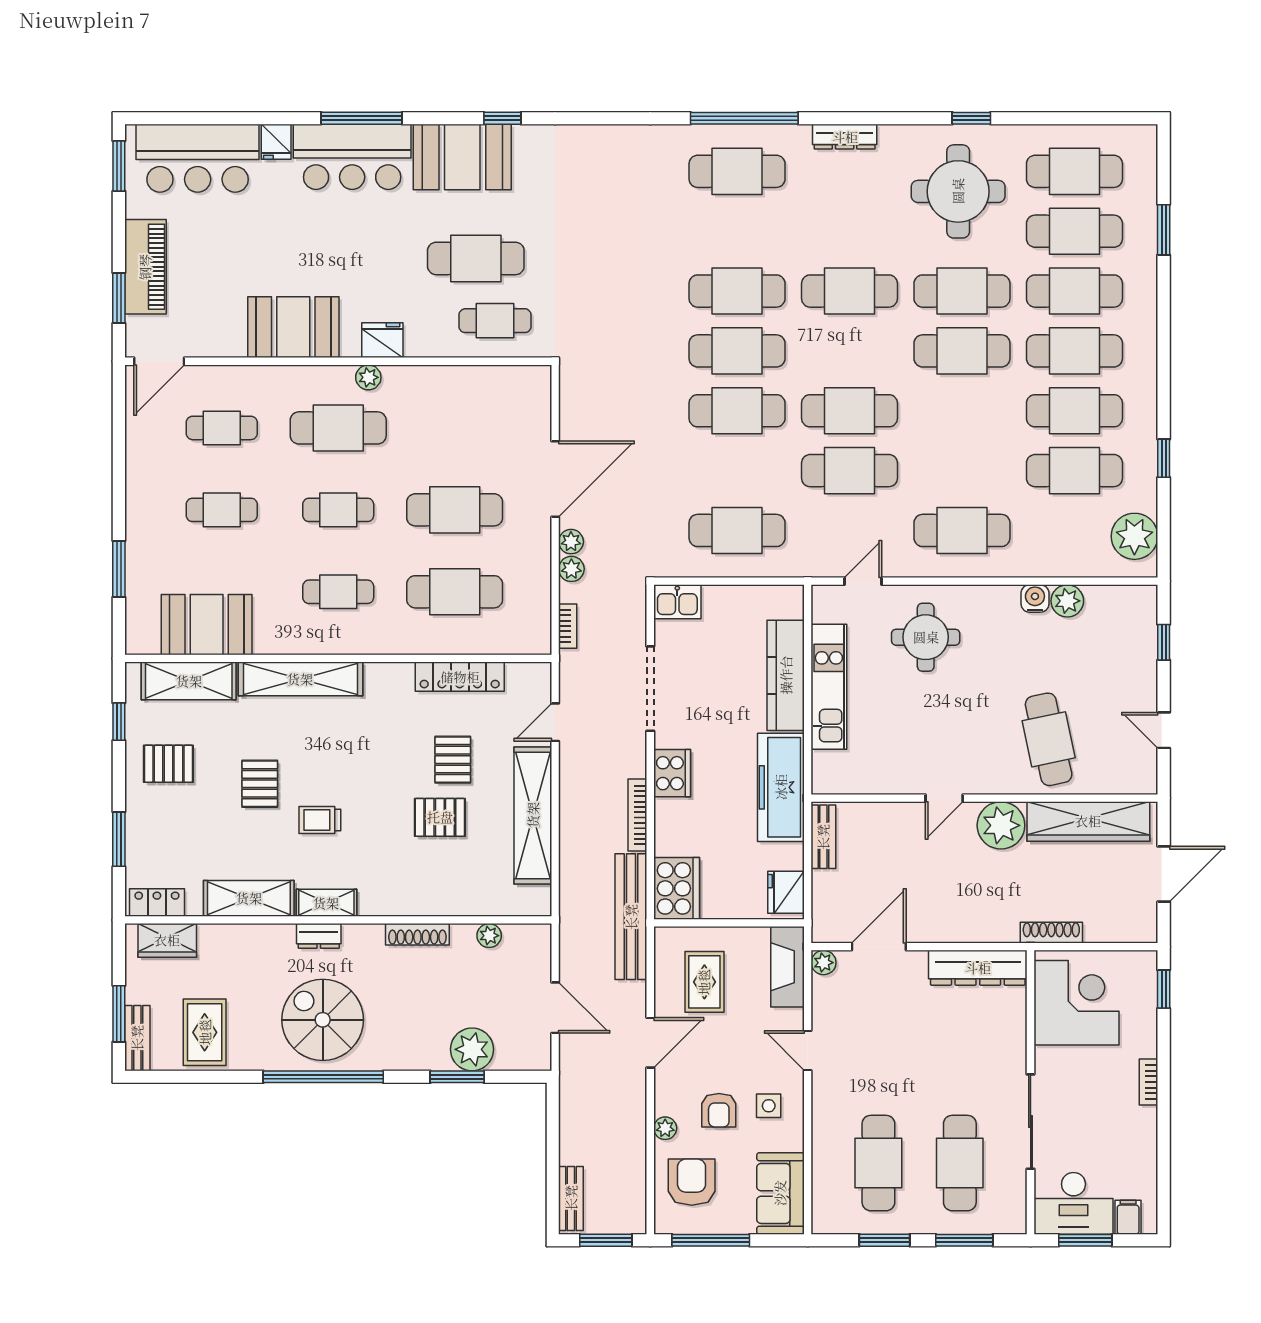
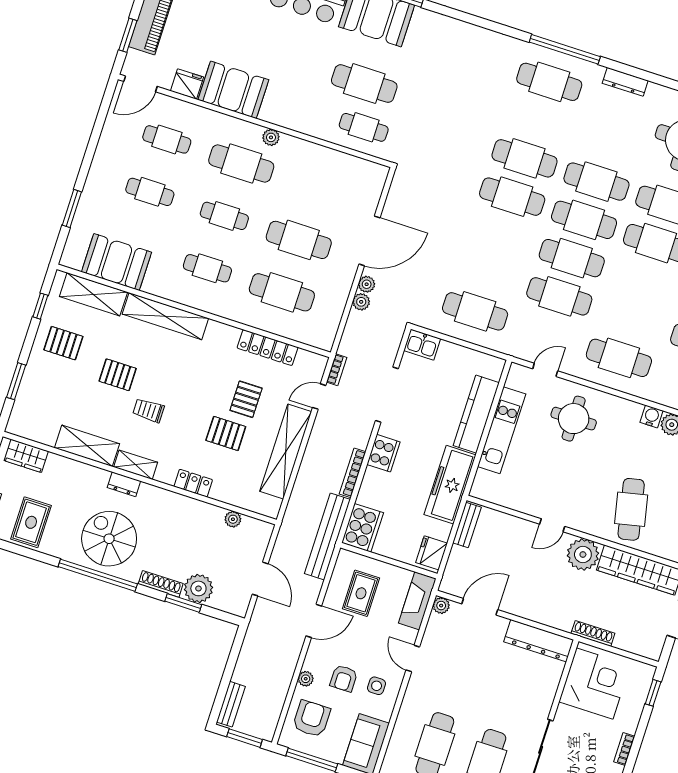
fridge: (382, 340) -> (187, 84), moved
cafe table: (737, 411) -> (584, 220), moved
bookcase: (568, 626) -> (337, 370), moved
pallet: (260, 784) -> (118, 375), turned 90
locker: (157, 903) -> (193, 483), moved
shoe rack: (417, 934) -> (161, 584), moved, turned 180

